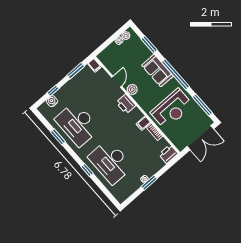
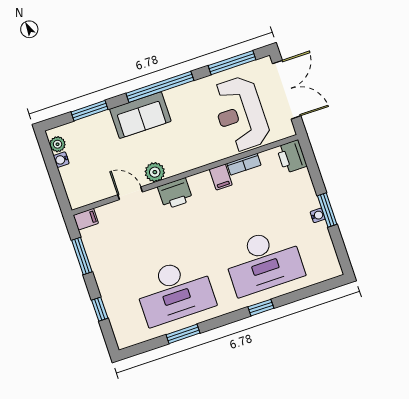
water cooler: (52, 101) -> (117, 318), removed
reception desk: (172, 109) -> (241, 114), moved, turned 180

